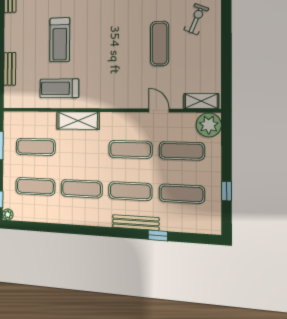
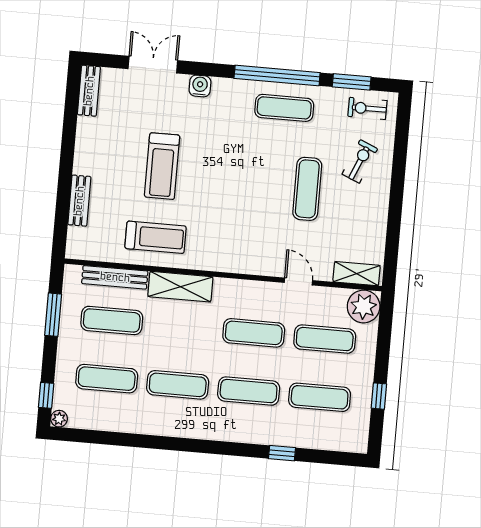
treadmill: (59, 88) -> (156, 237), turned 180
bench: (136, 222) -> (115, 277), moved

